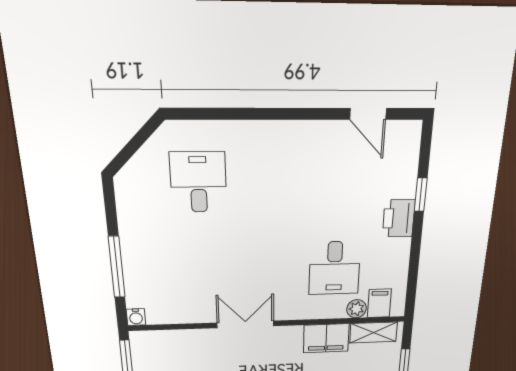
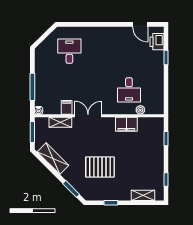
printer: (399, 218) -> (157, 42), moved
filing cabinet: (379, 303) -> (67, 107), moved
shelving: (374, 332) -> (60, 122), moved

